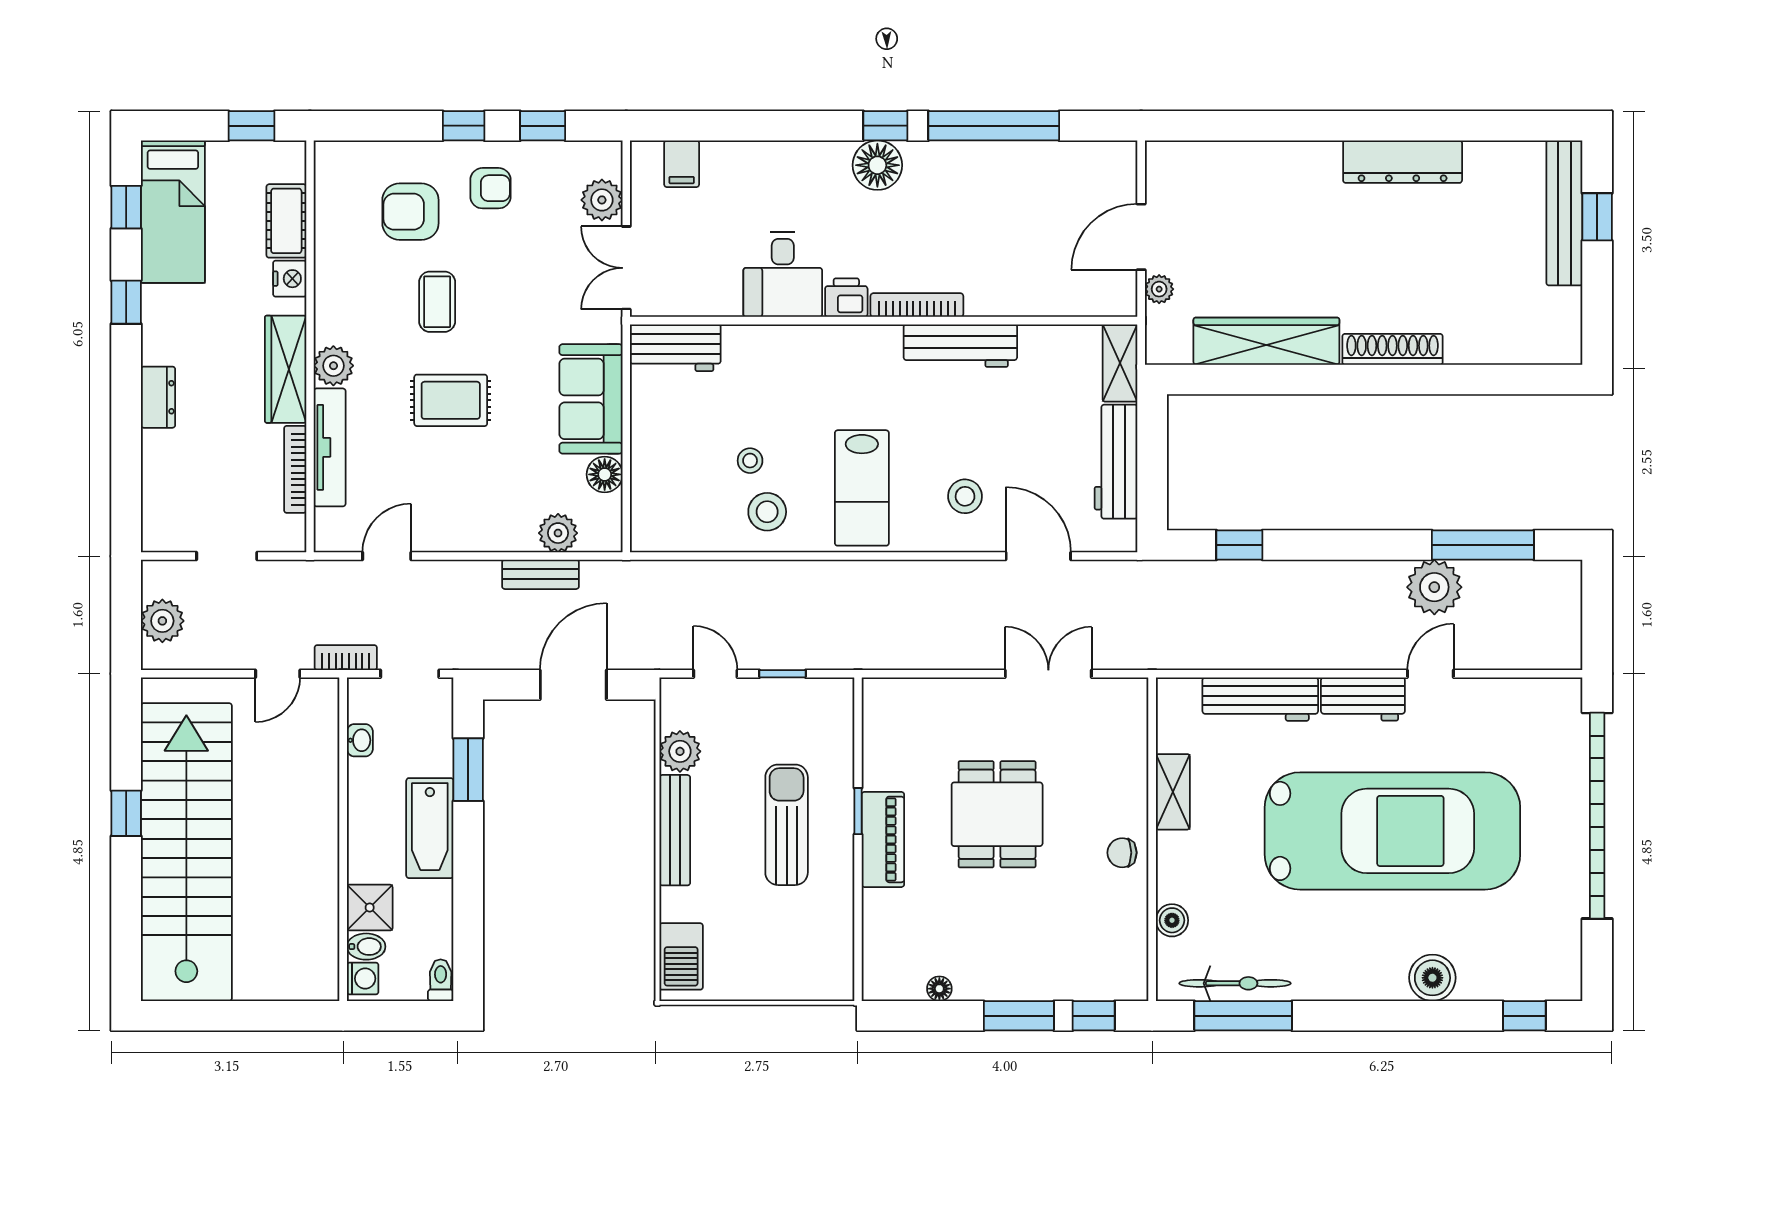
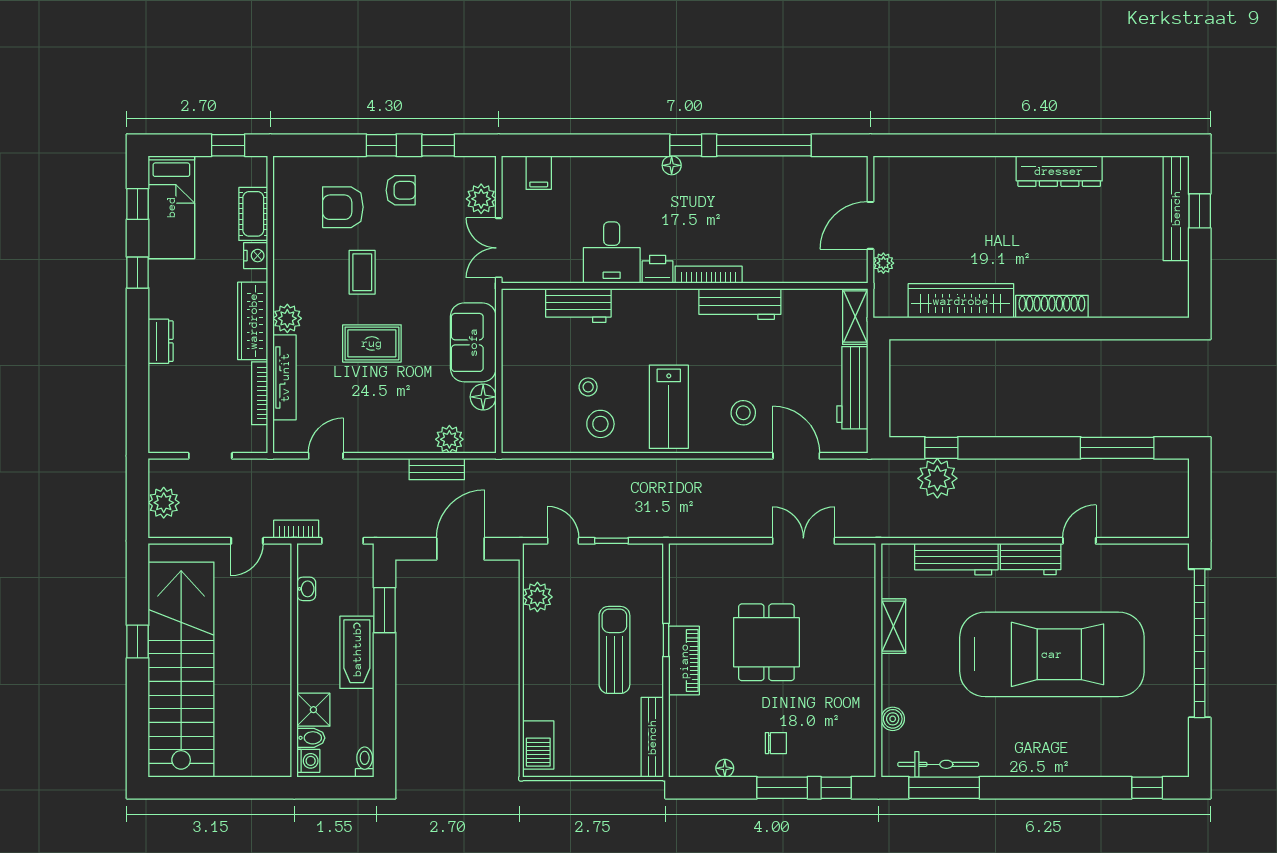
floor lamp: (877, 165) -> (672, 165), width x0.53, depth x0.53
workbench: (675, 348) -> (578, 305), moved
plant: (1434, 587) -> (937, 478), moved
bench: (675, 830) -> (652, 737), moved
chair: (1122, 853) -> (776, 743), moved, turned 180
boiler: (1432, 978) -> (1081, 760), removed

